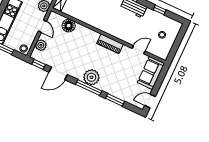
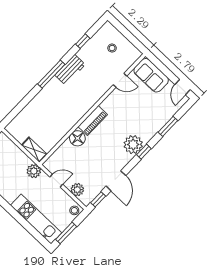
floor lamp: (69, 26) -> (77, 138), moved
piano: (110, 44) -> (93, 121), moved
door: (139, 50) -> (120, 80), swing flipped
window: (89, 88) -> (144, 152), width x0.46

